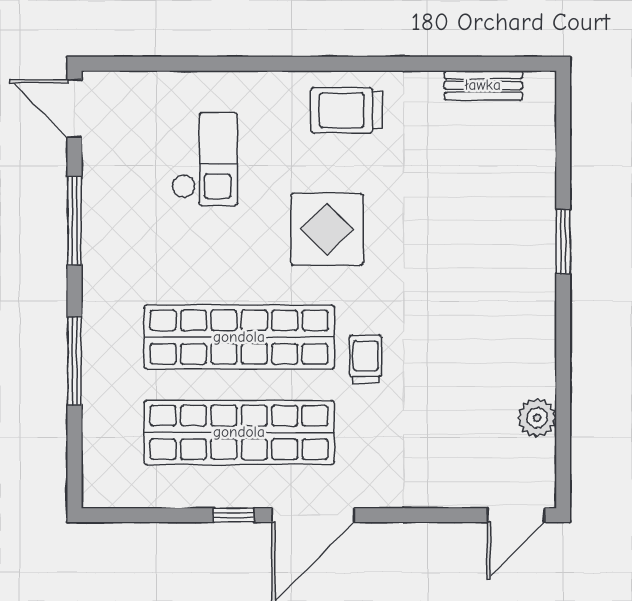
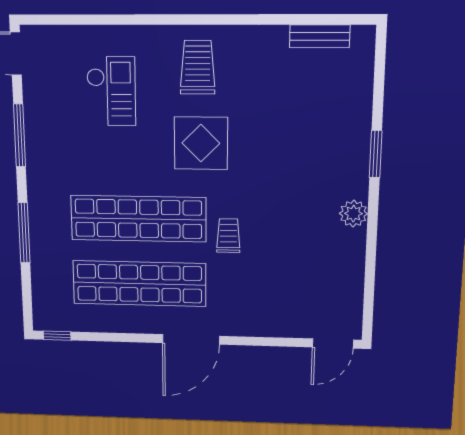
trolley: (347, 110) -> (198, 67), moved, turned 90
plant: (537, 418) -> (353, 214), moved
window: (234, 515) -> (57, 336), moved

